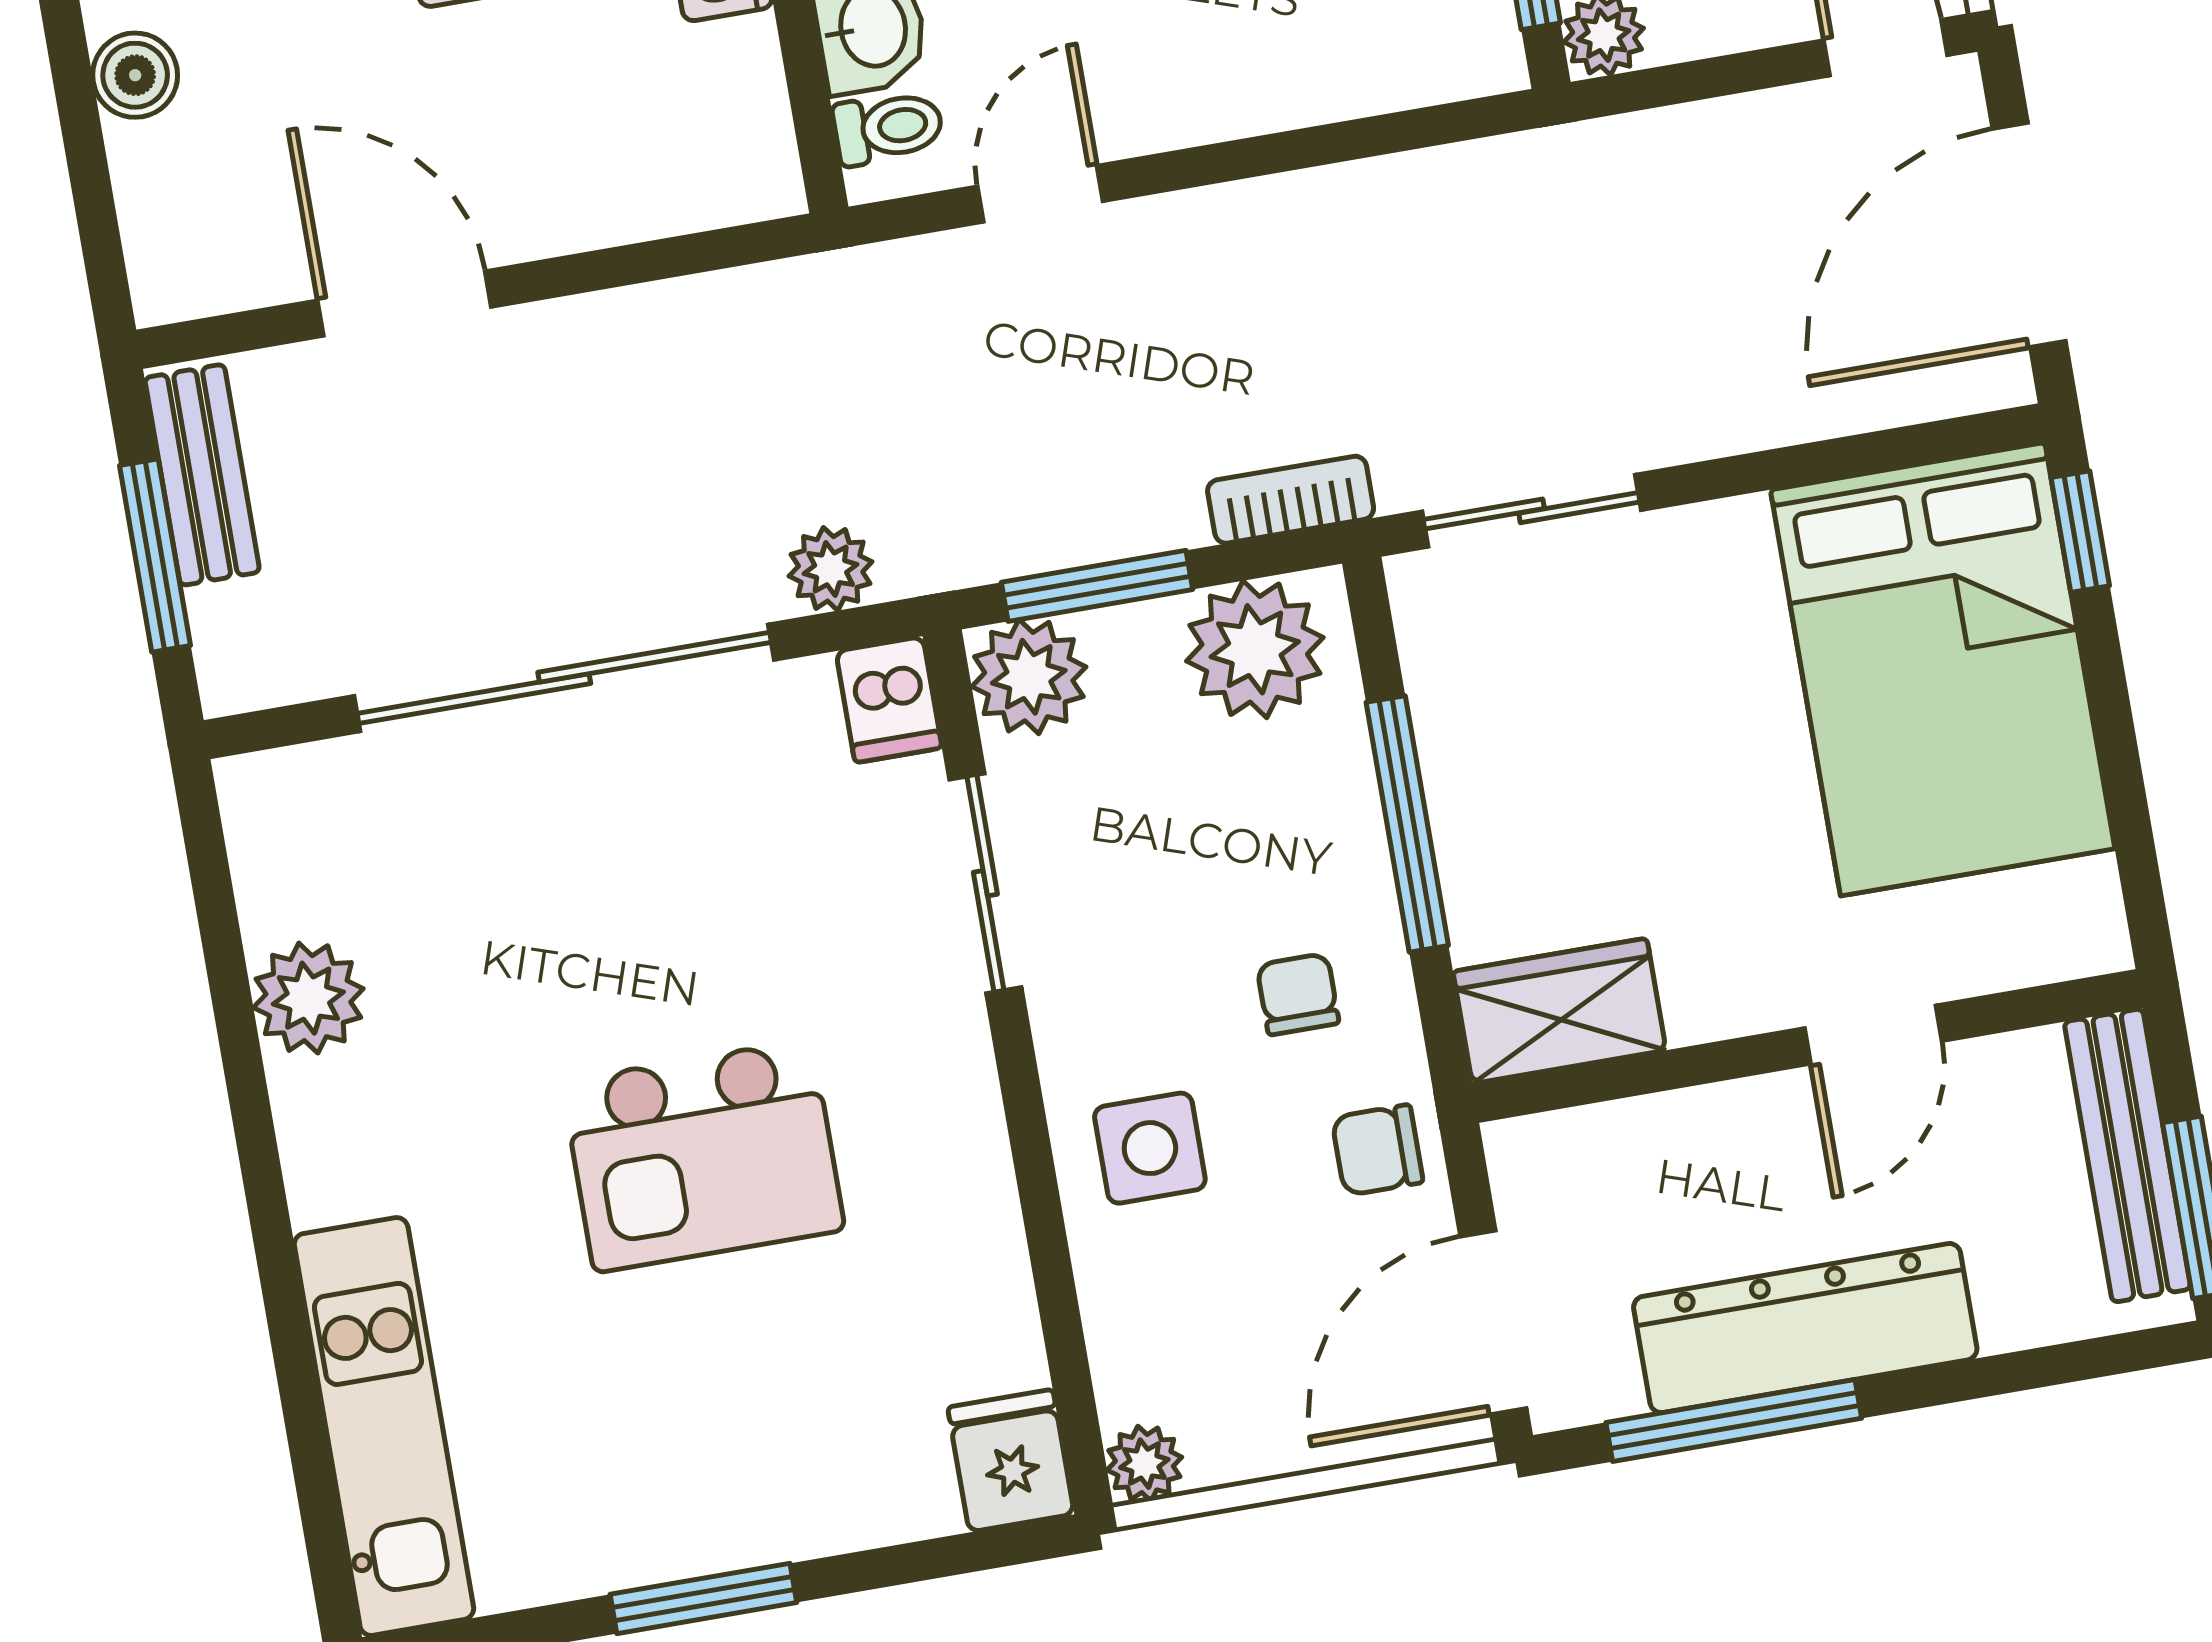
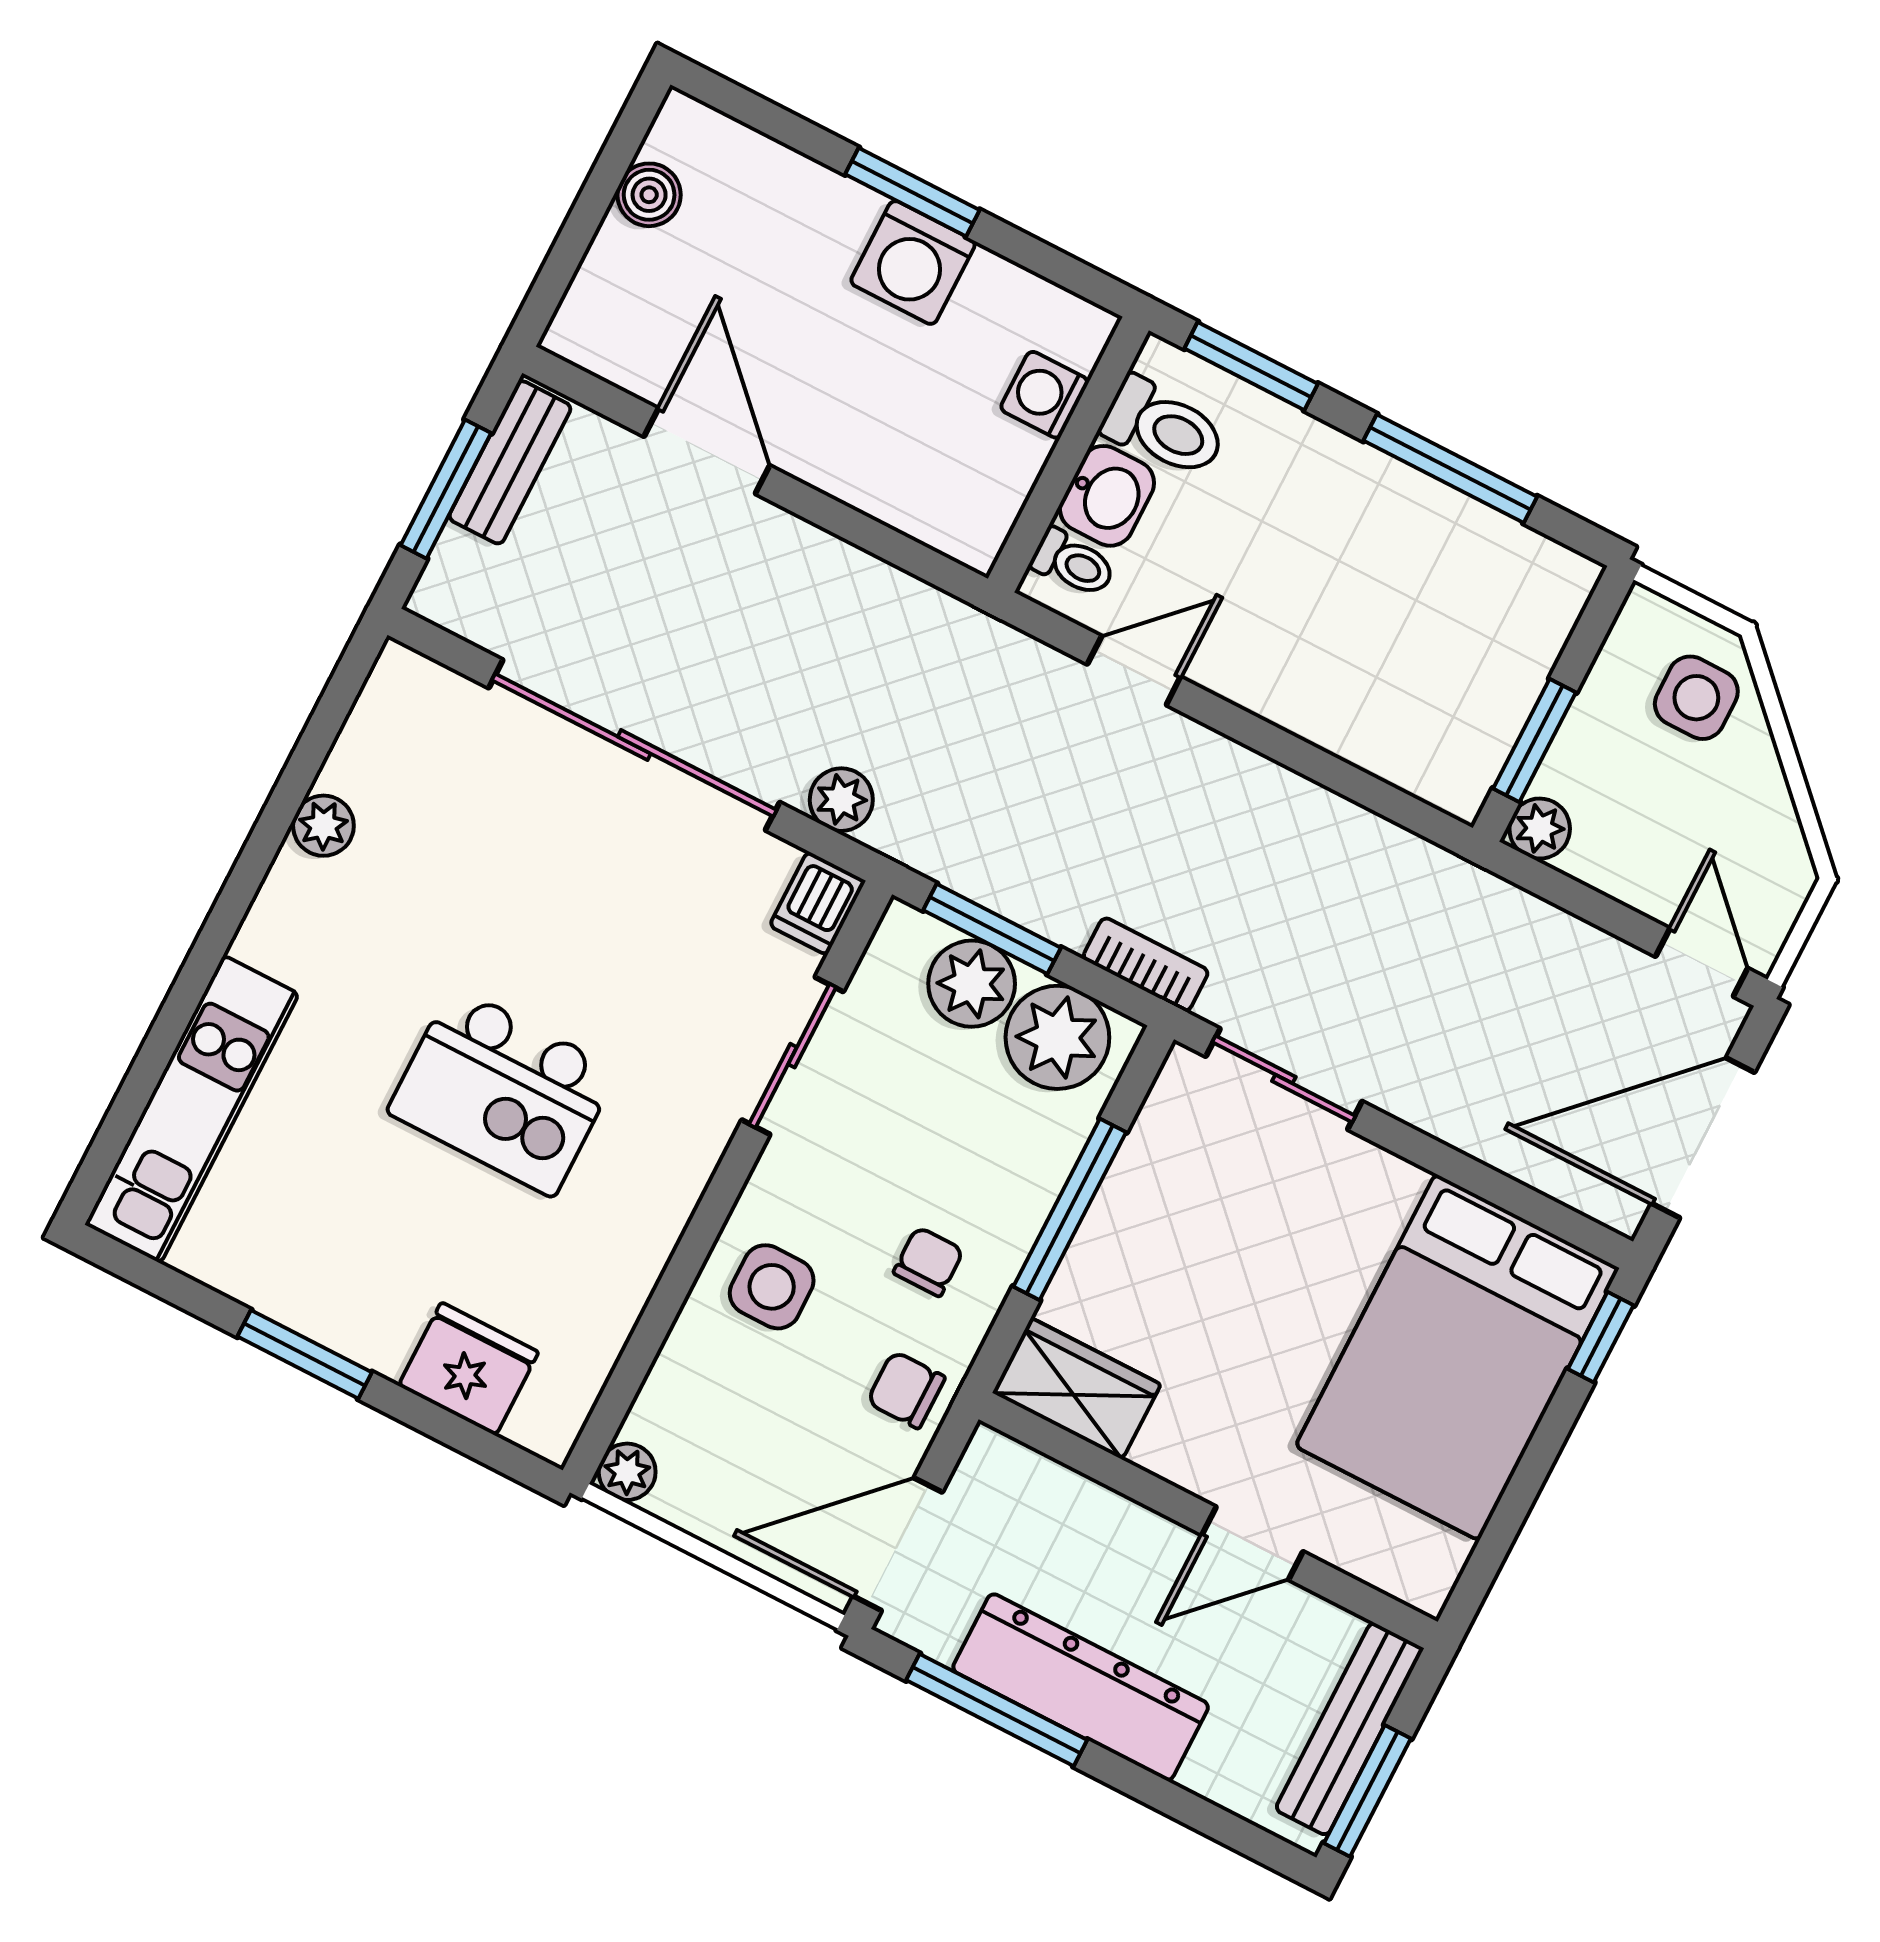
plant: (1029, 677) -> (972, 984), moved
plant: (308, 998) -> (323, 826), width x0.73, depth x0.73
fridge: (1011, 1461) -> (468, 1369), moved, width x1.38

